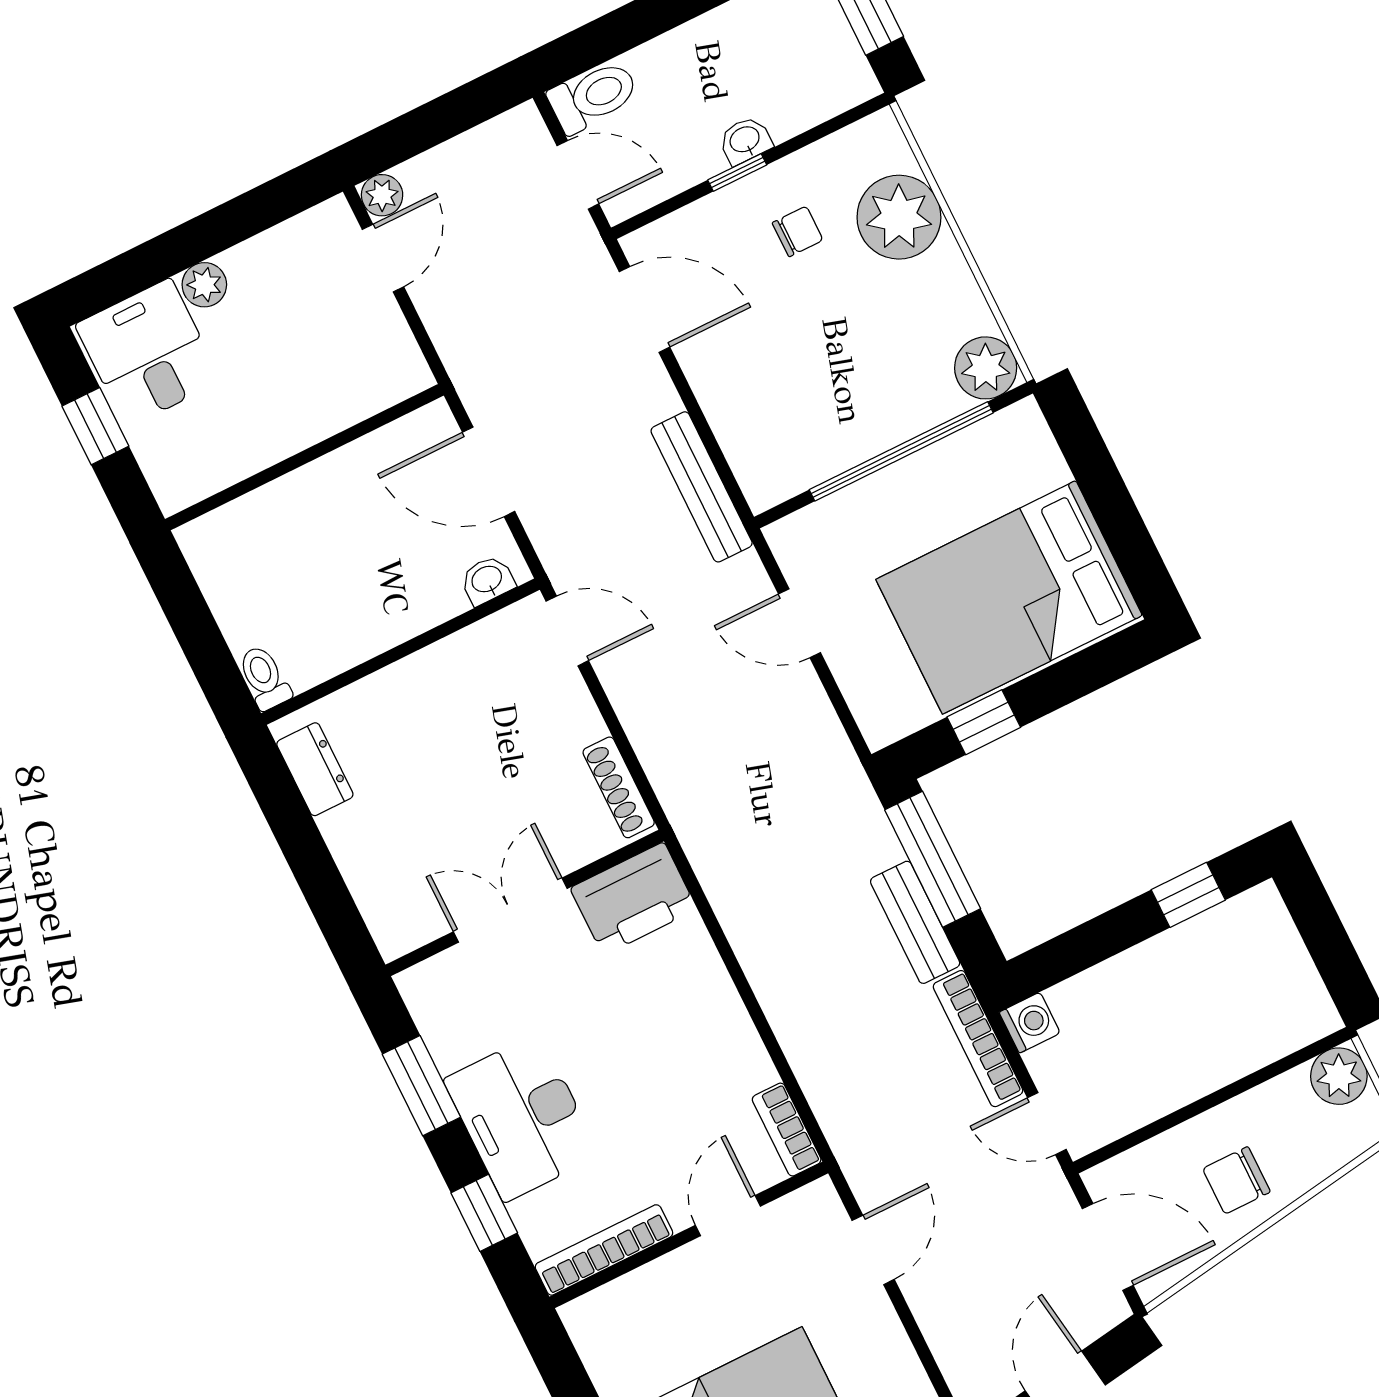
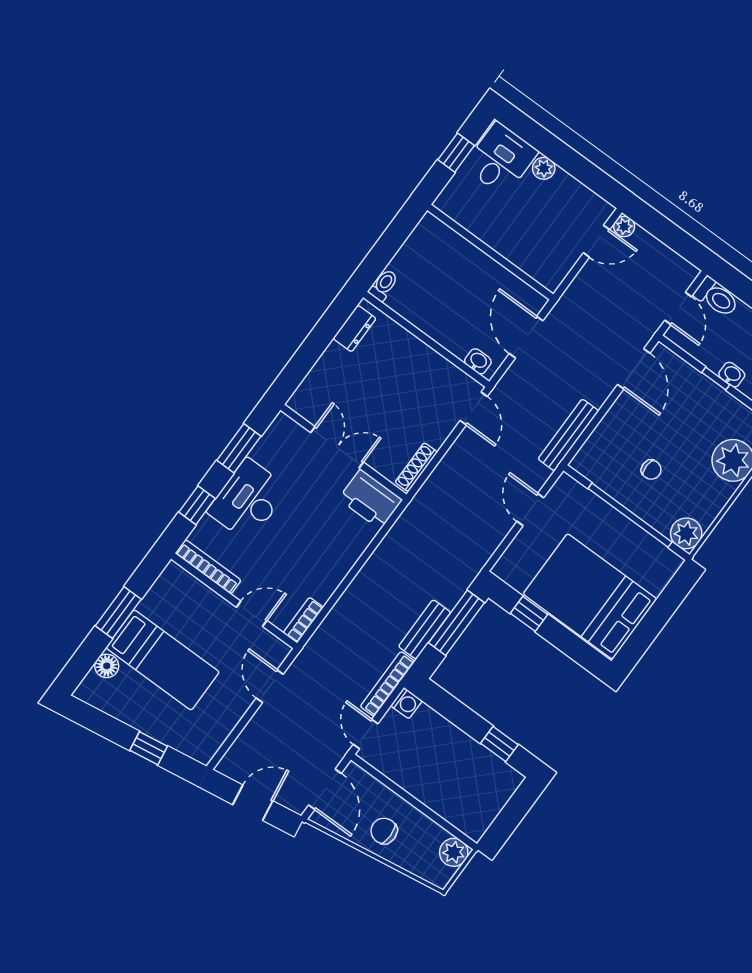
chair: (798, 231) -> (651, 470), moved
door: (873, 1250) -> (270, 686), swing flipped

